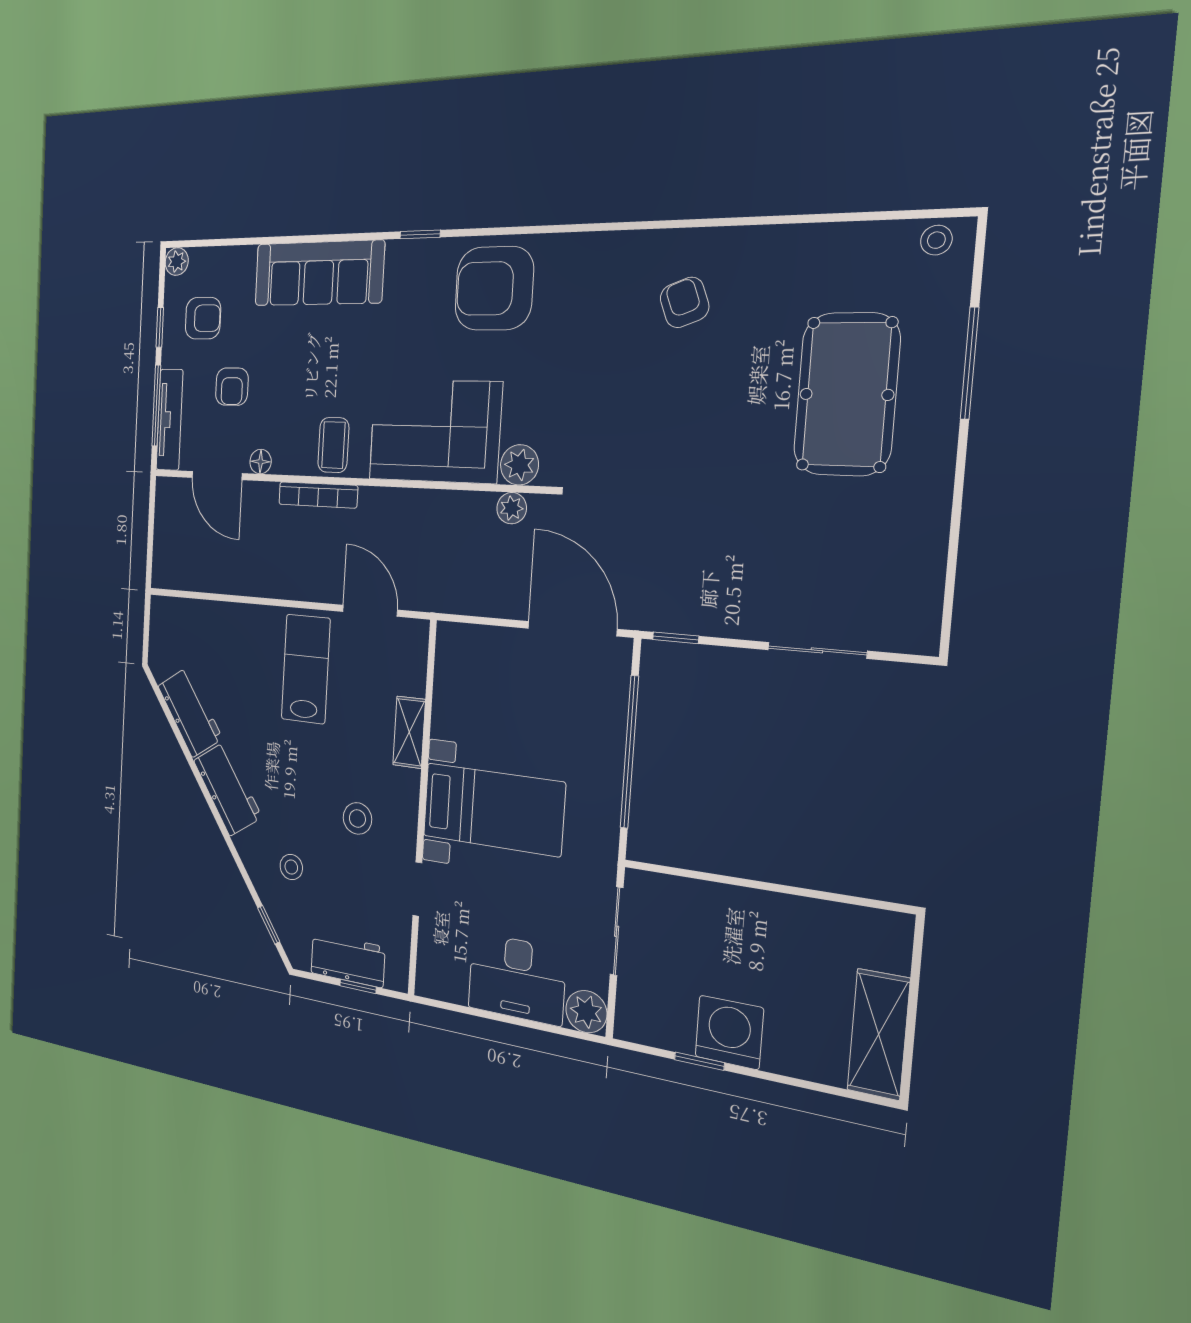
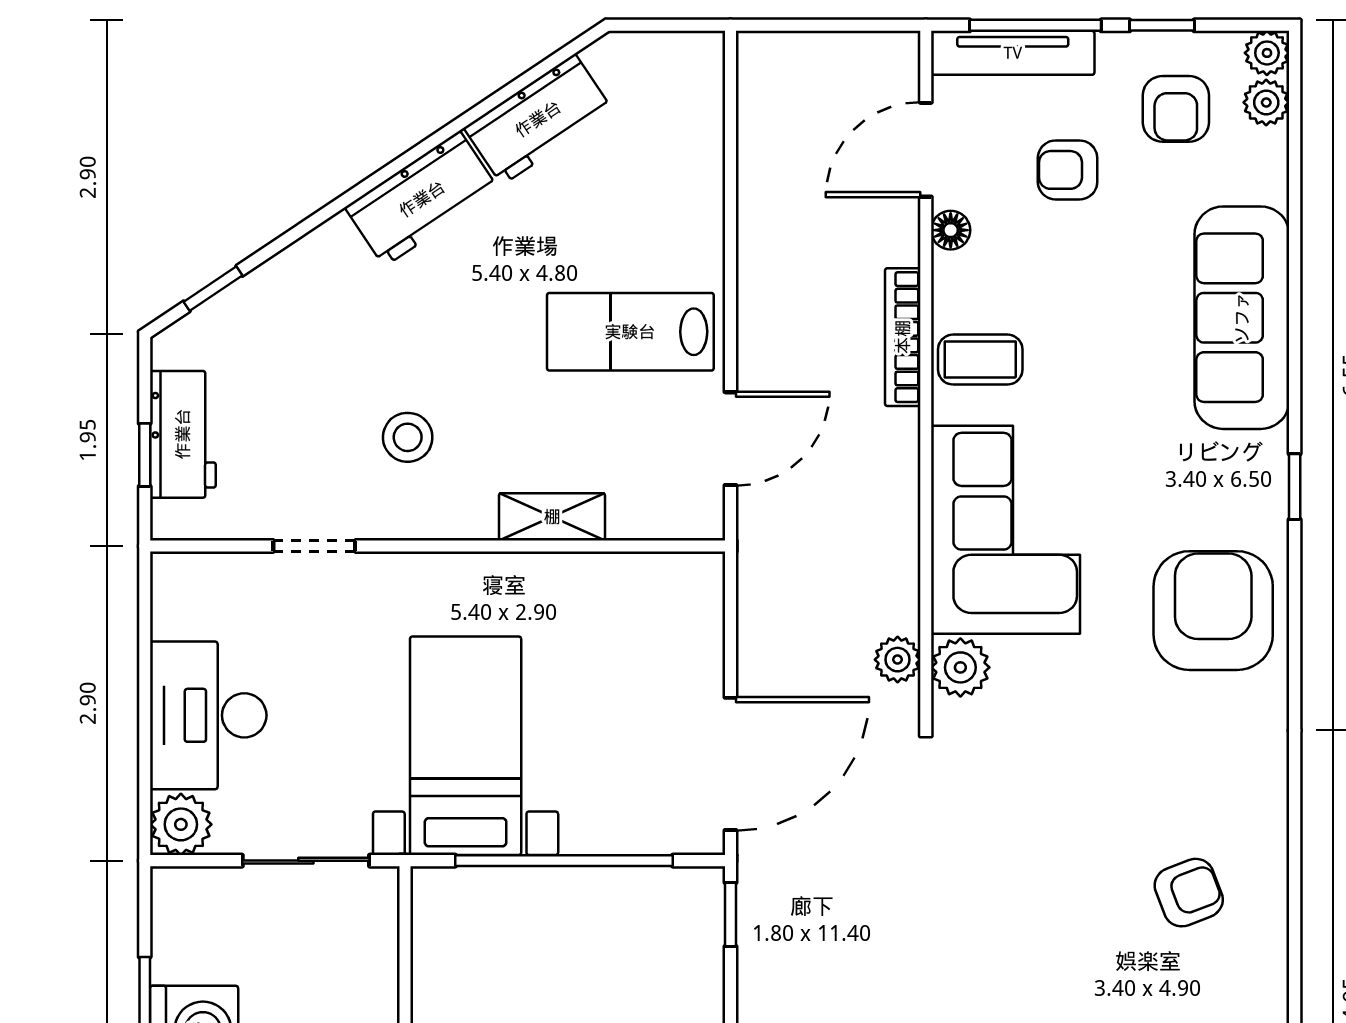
plant: (202, 261) -> (1266, 102), added
lab bench: (306, 669) -> (630, 332), turned 180
bed with nightstands: (493, 809) -> (466, 746), moved, turned 180
stool: (291, 867) -> (313, 325), removed

